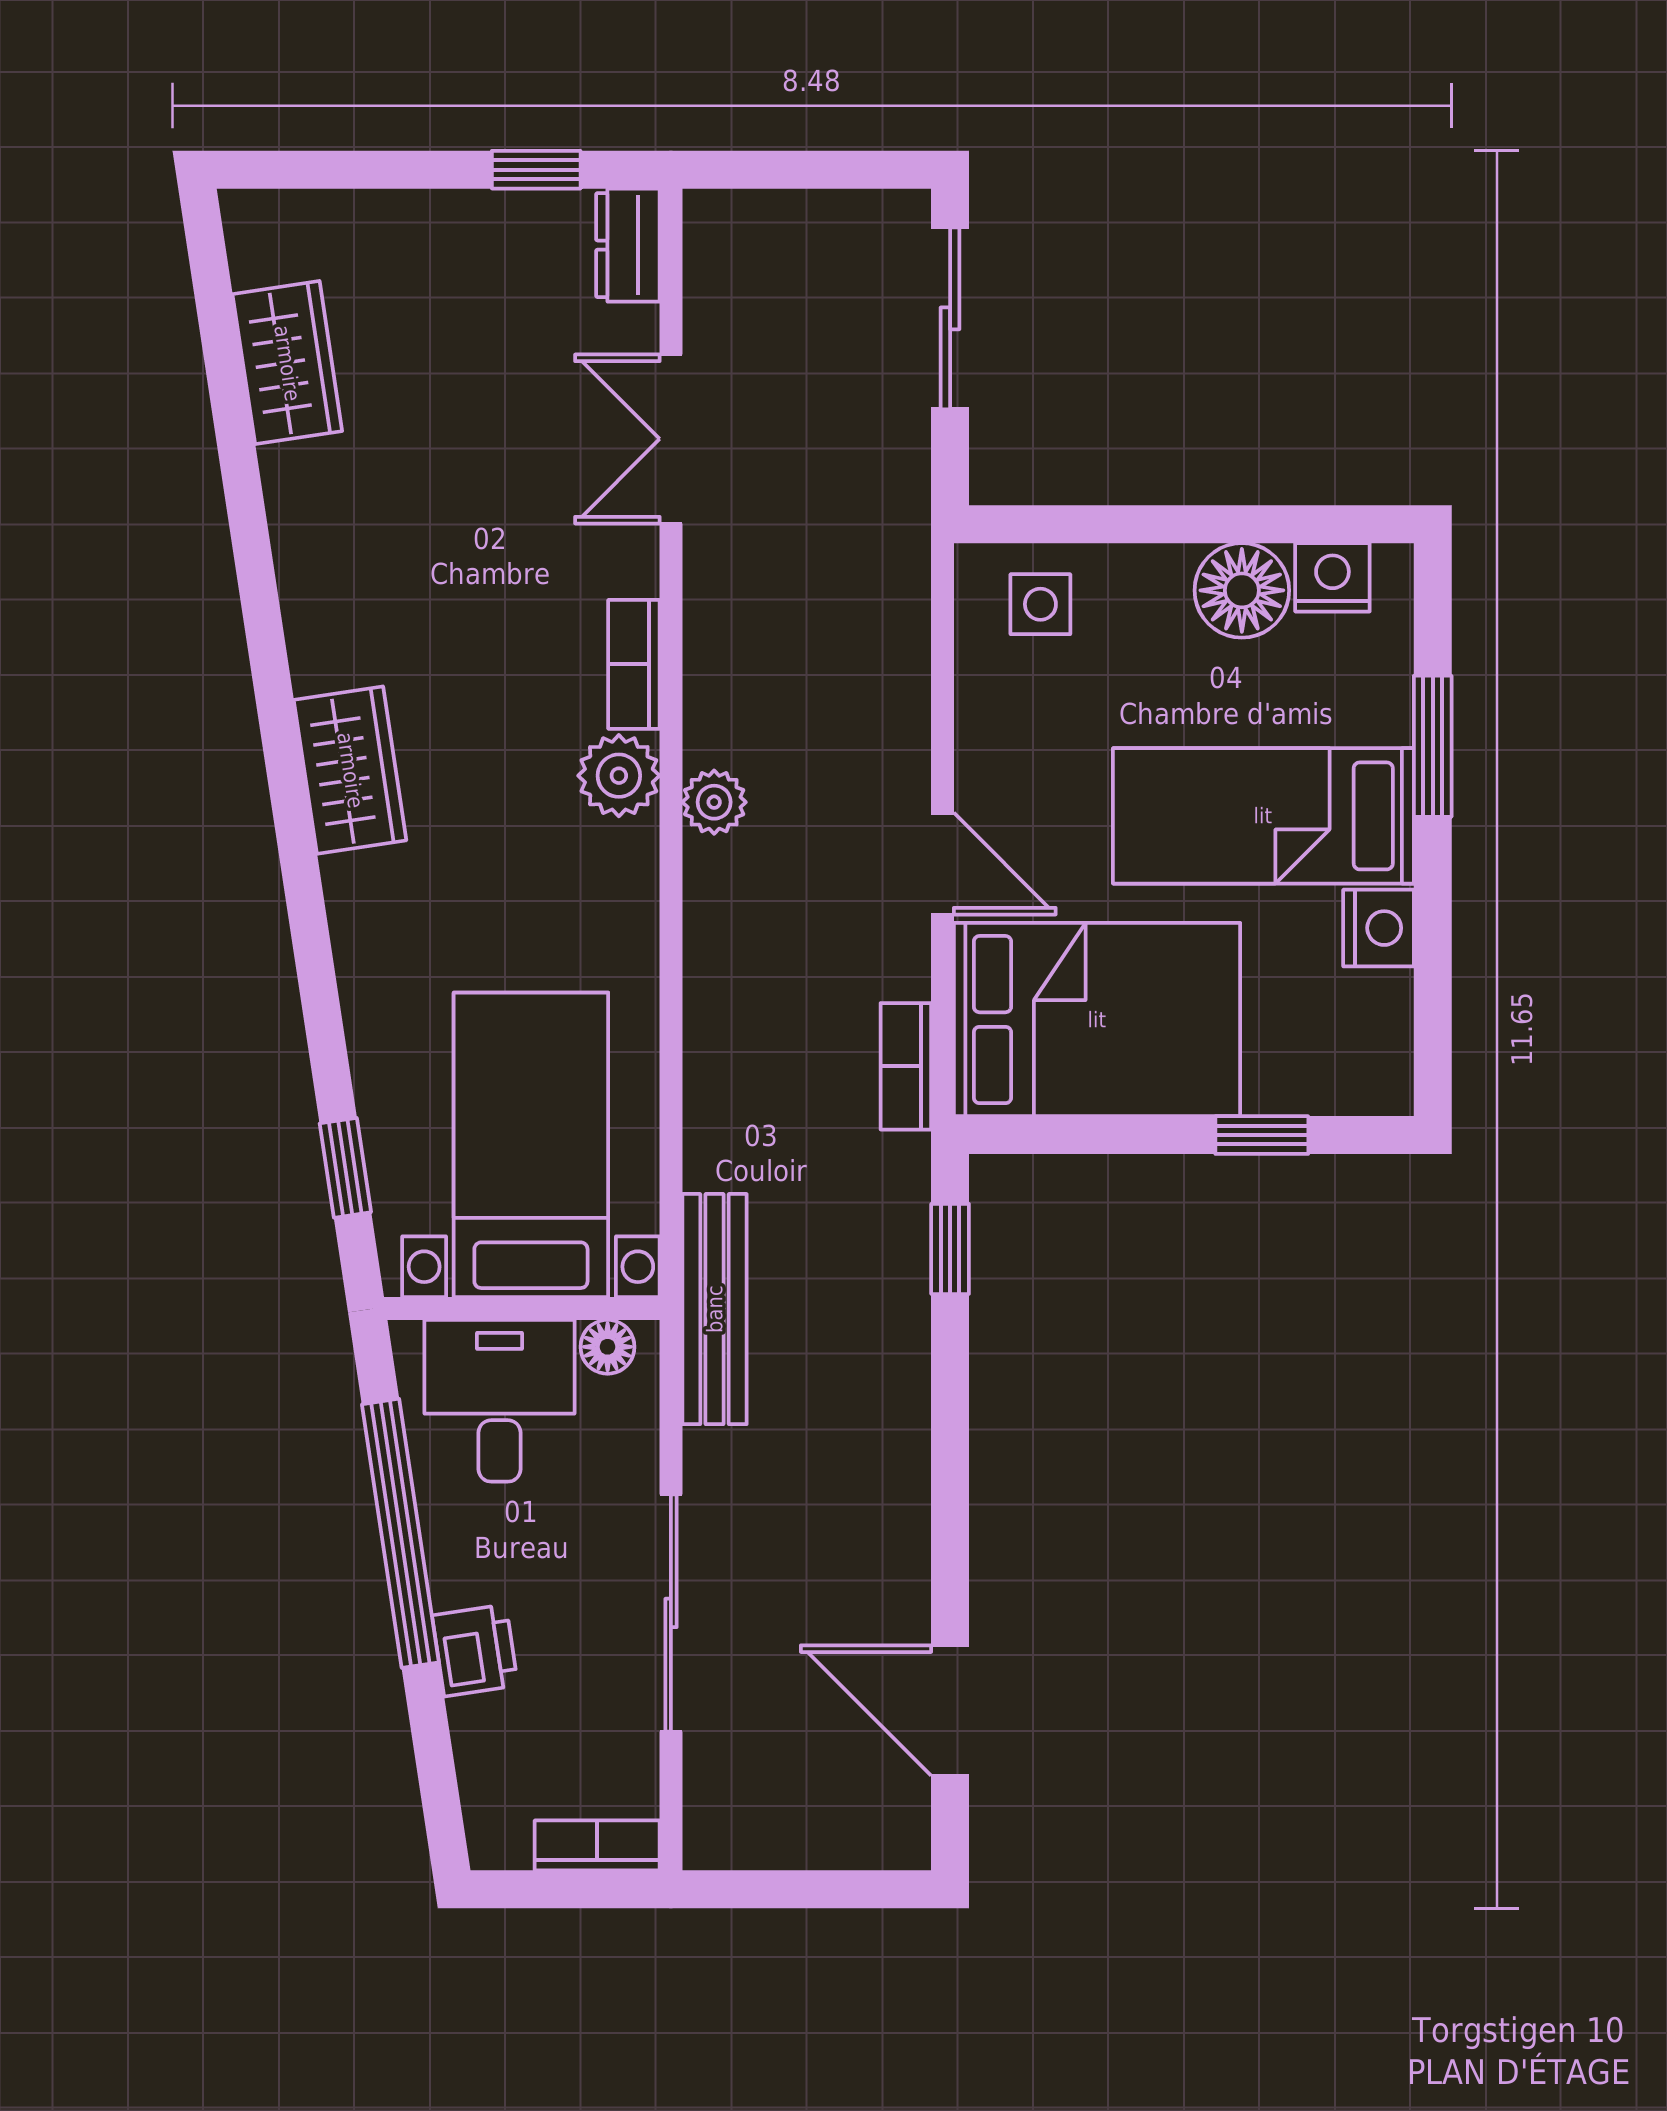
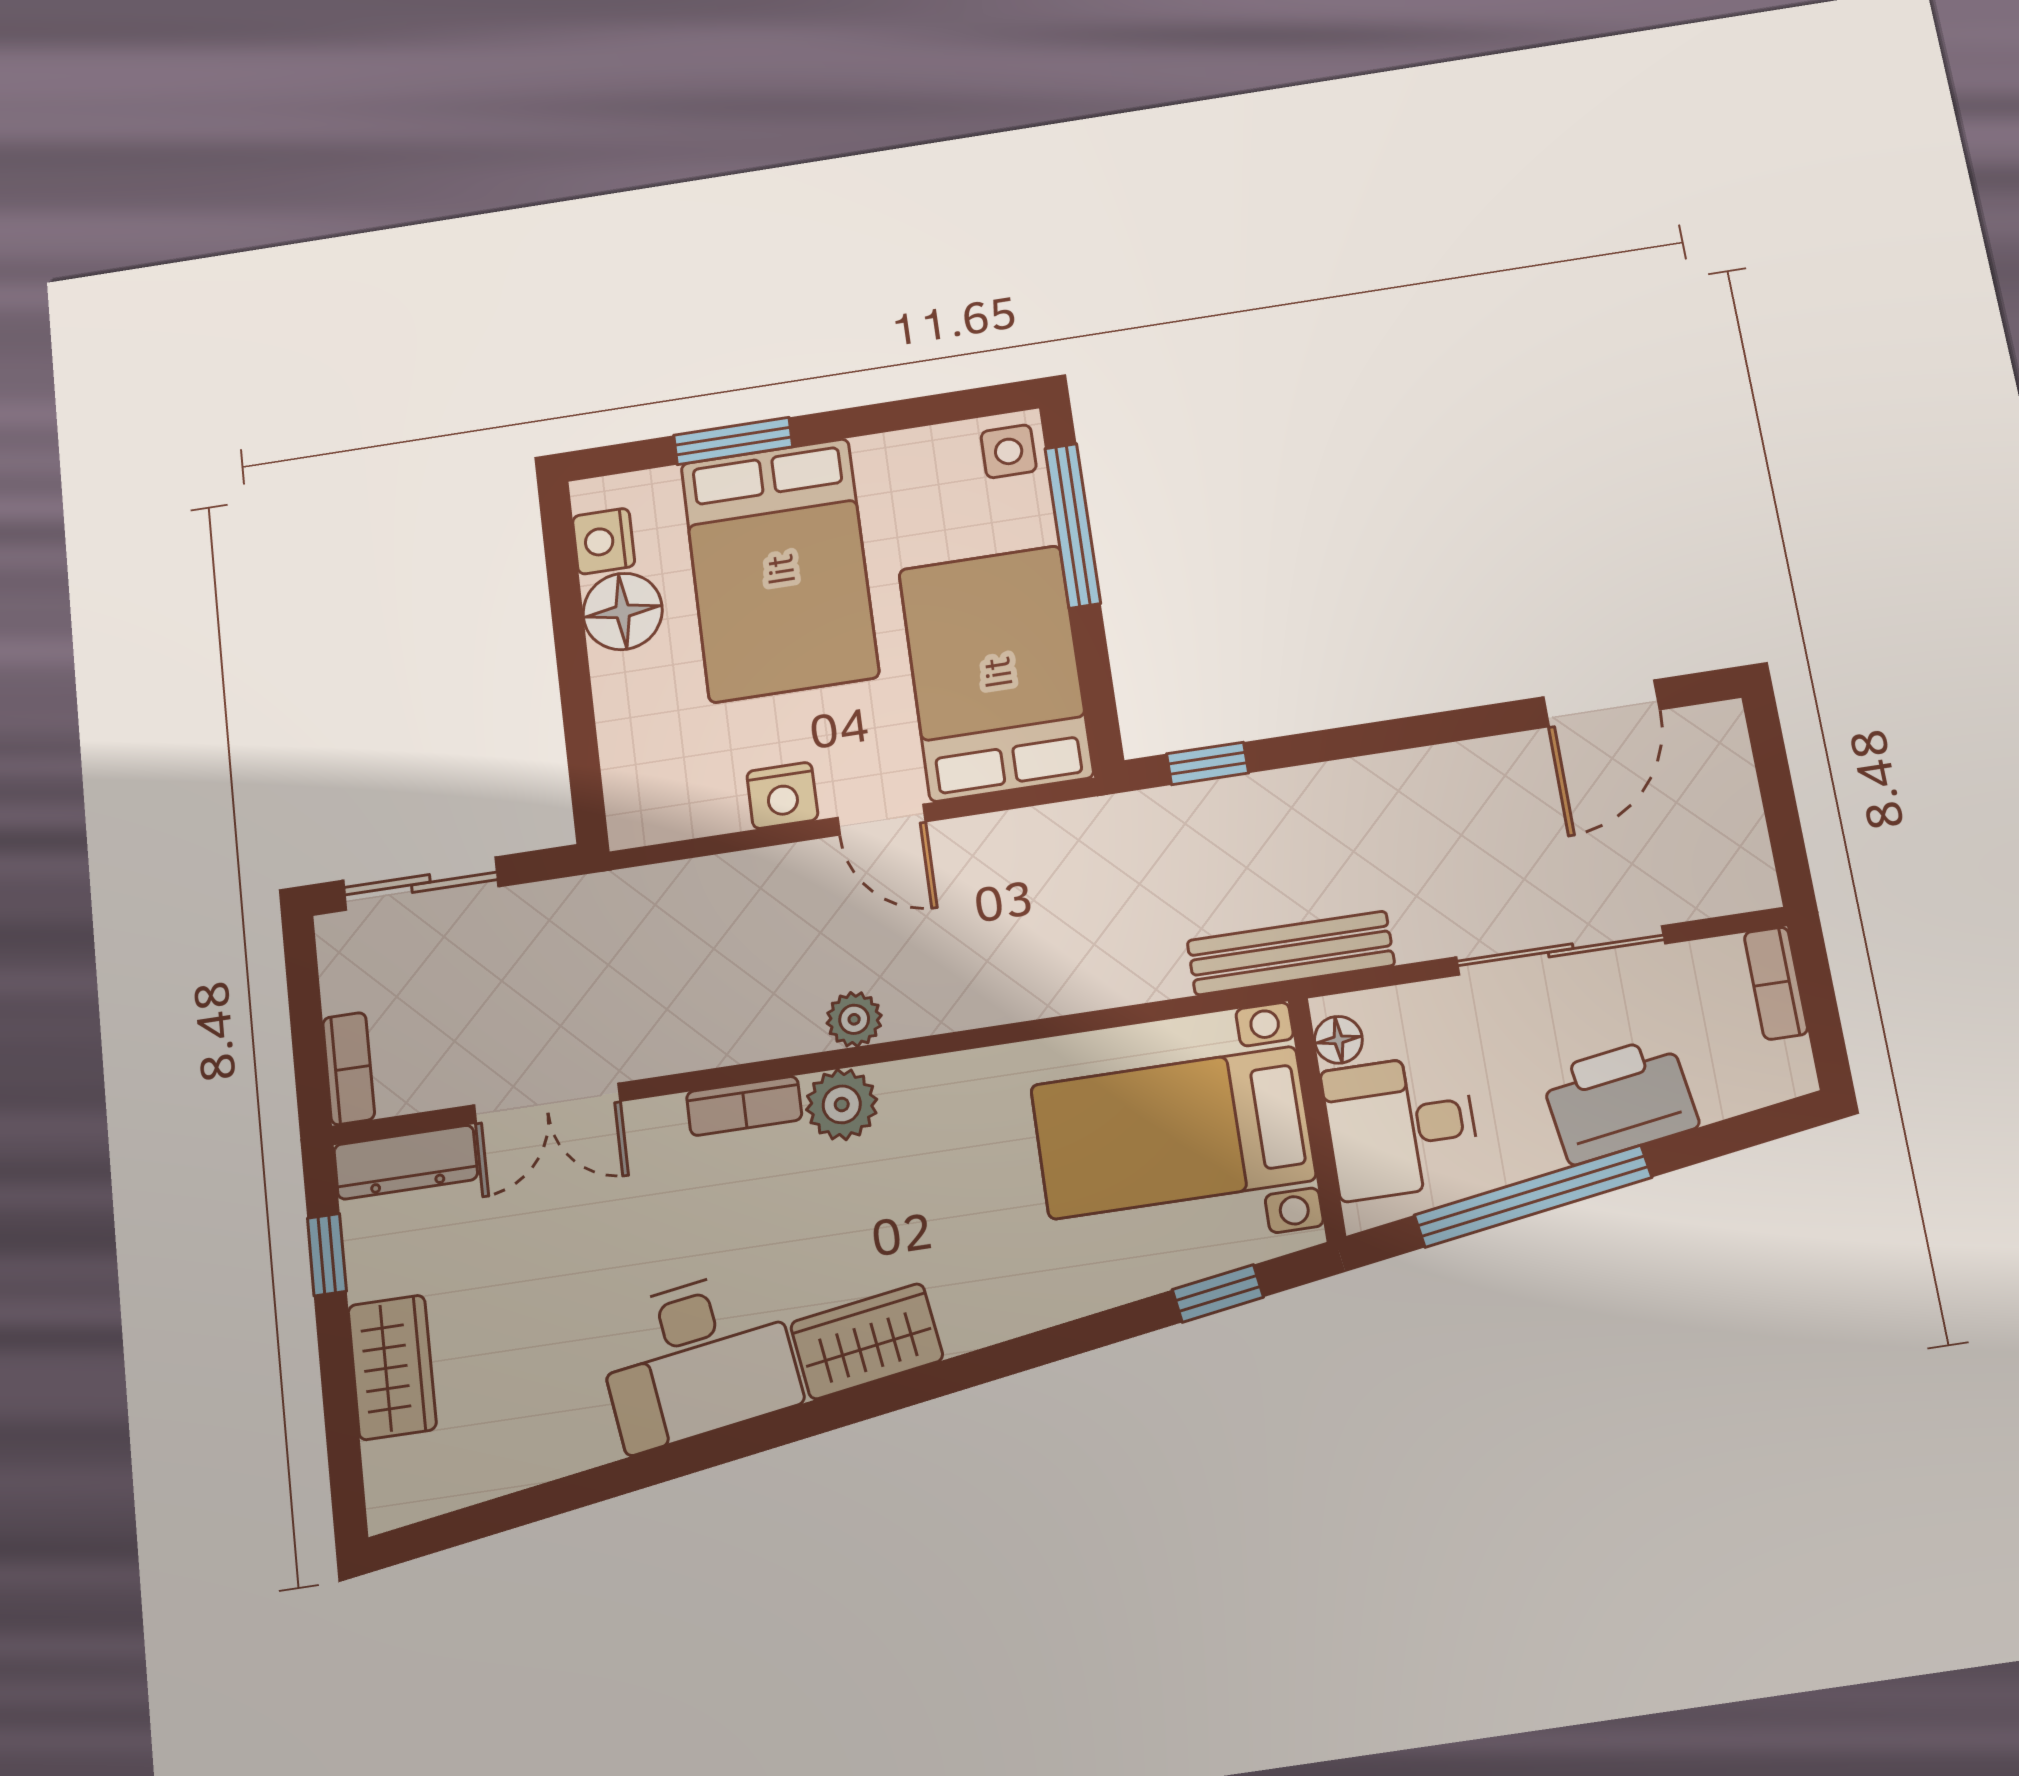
dresser: (628, 245) -> (406, 1162), width x1.44
wardrobe: (287, 363) -> (392, 1367), moved, turned 99
desk: (358, 578) -> (697, 1359), added
side table: (1040, 604) -> (1009, 451), moved
bed: (1263, 816) -> (779, 570), width x1.50
door: (942, 864) -> (882, 820), swing flipped
nightstand: (1379, 928) -> (782, 795), moved, turned 180
bookcase: (906, 1066) -> (349, 1069), moved, turned -90
window: (1262, 1135) -> (1073, 526), width x2.17
printer: (475, 1650) -> (1619, 1100), width x1.87, depth x1.48

